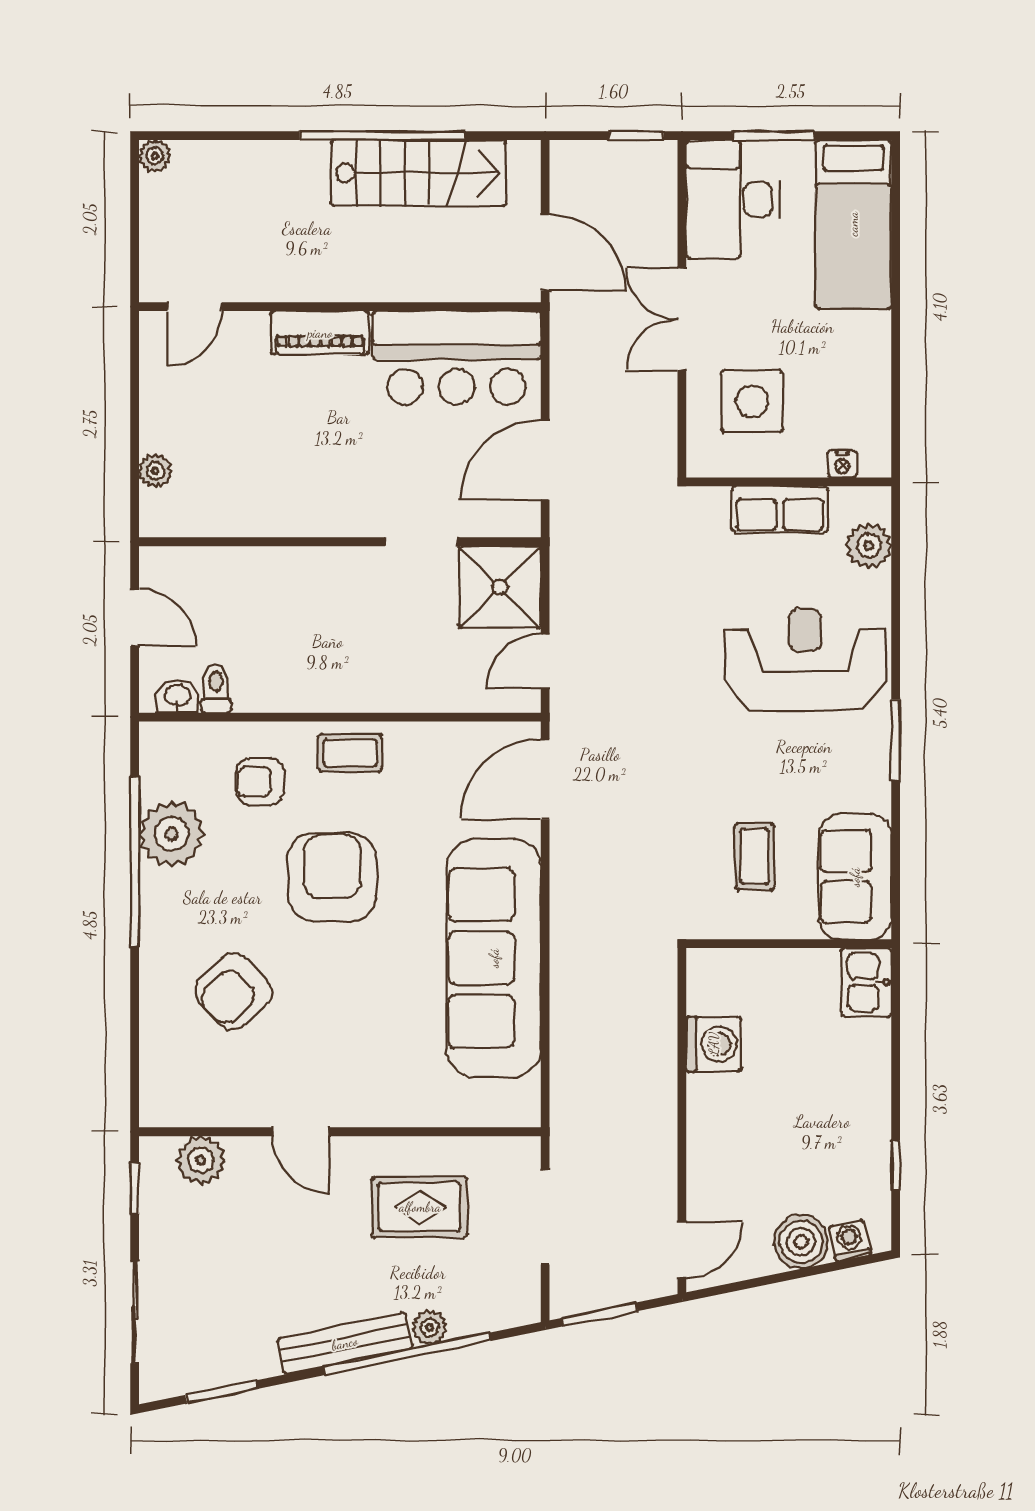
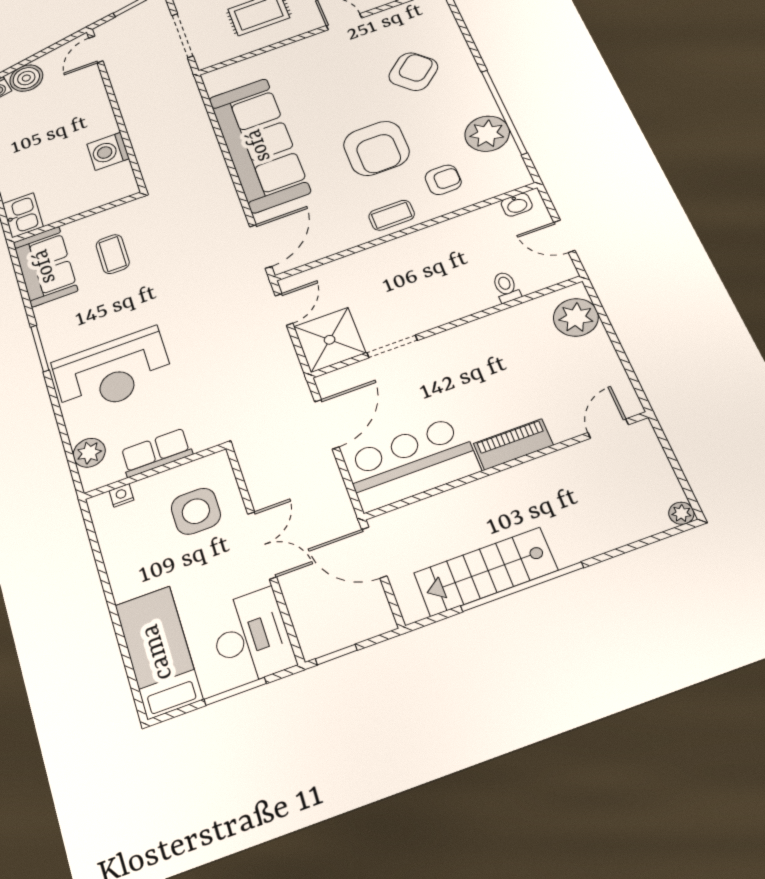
plant: (155, 471) -> (576, 317), width x1.88, depth x1.88
toilet: (216, 688) -> (506, 287), moved, turned 180

